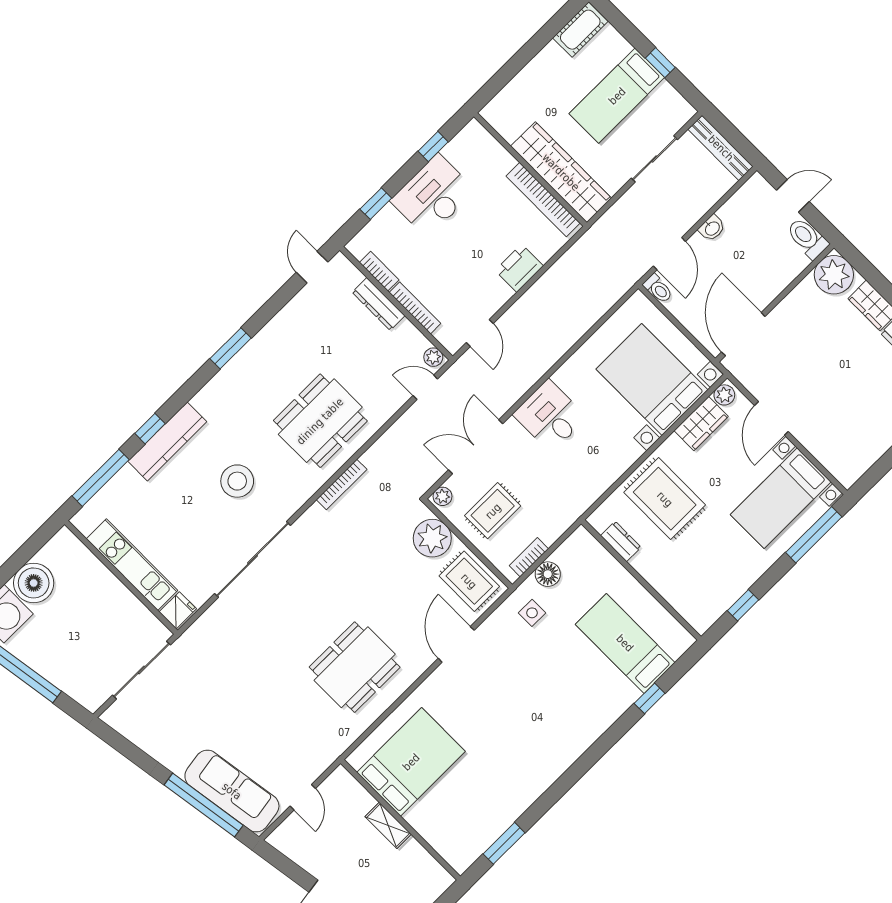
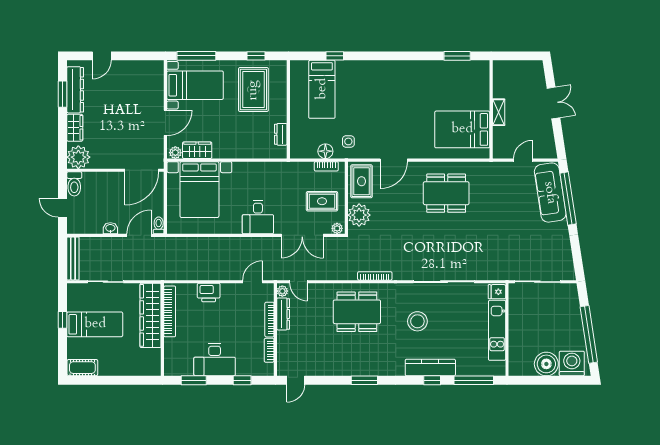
window: (433, 146) -> (194, 380), width x1.50
dresser: (379, 304) -> (283, 314), moved
rug: (665, 499) -> (253, 90), moved

